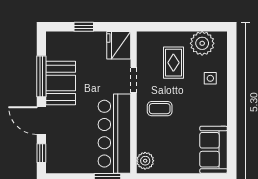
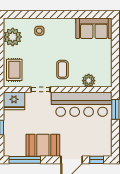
rug: (173, 63) -> (14, 70), moved, turned 90
window: (41, 76) -> (25, 160), moved
plant: (145, 161) -> (89, 81), moved

